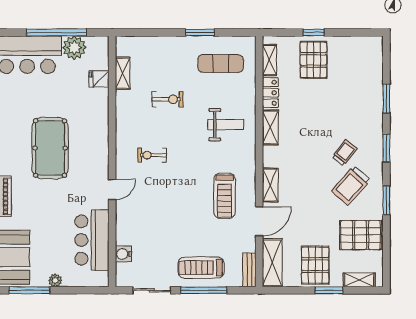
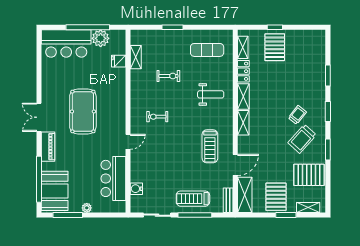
window: (200, 32) -> (173, 27), moved
shelving: (270, 185) -> (243, 123), moved

